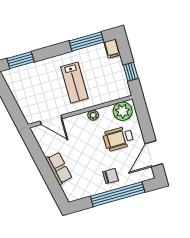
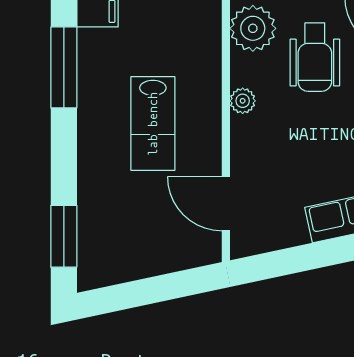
lab bench: (74, 83) -> (153, 124), turned 90
door: (51, 120) -> (226, 204), swing flipped

